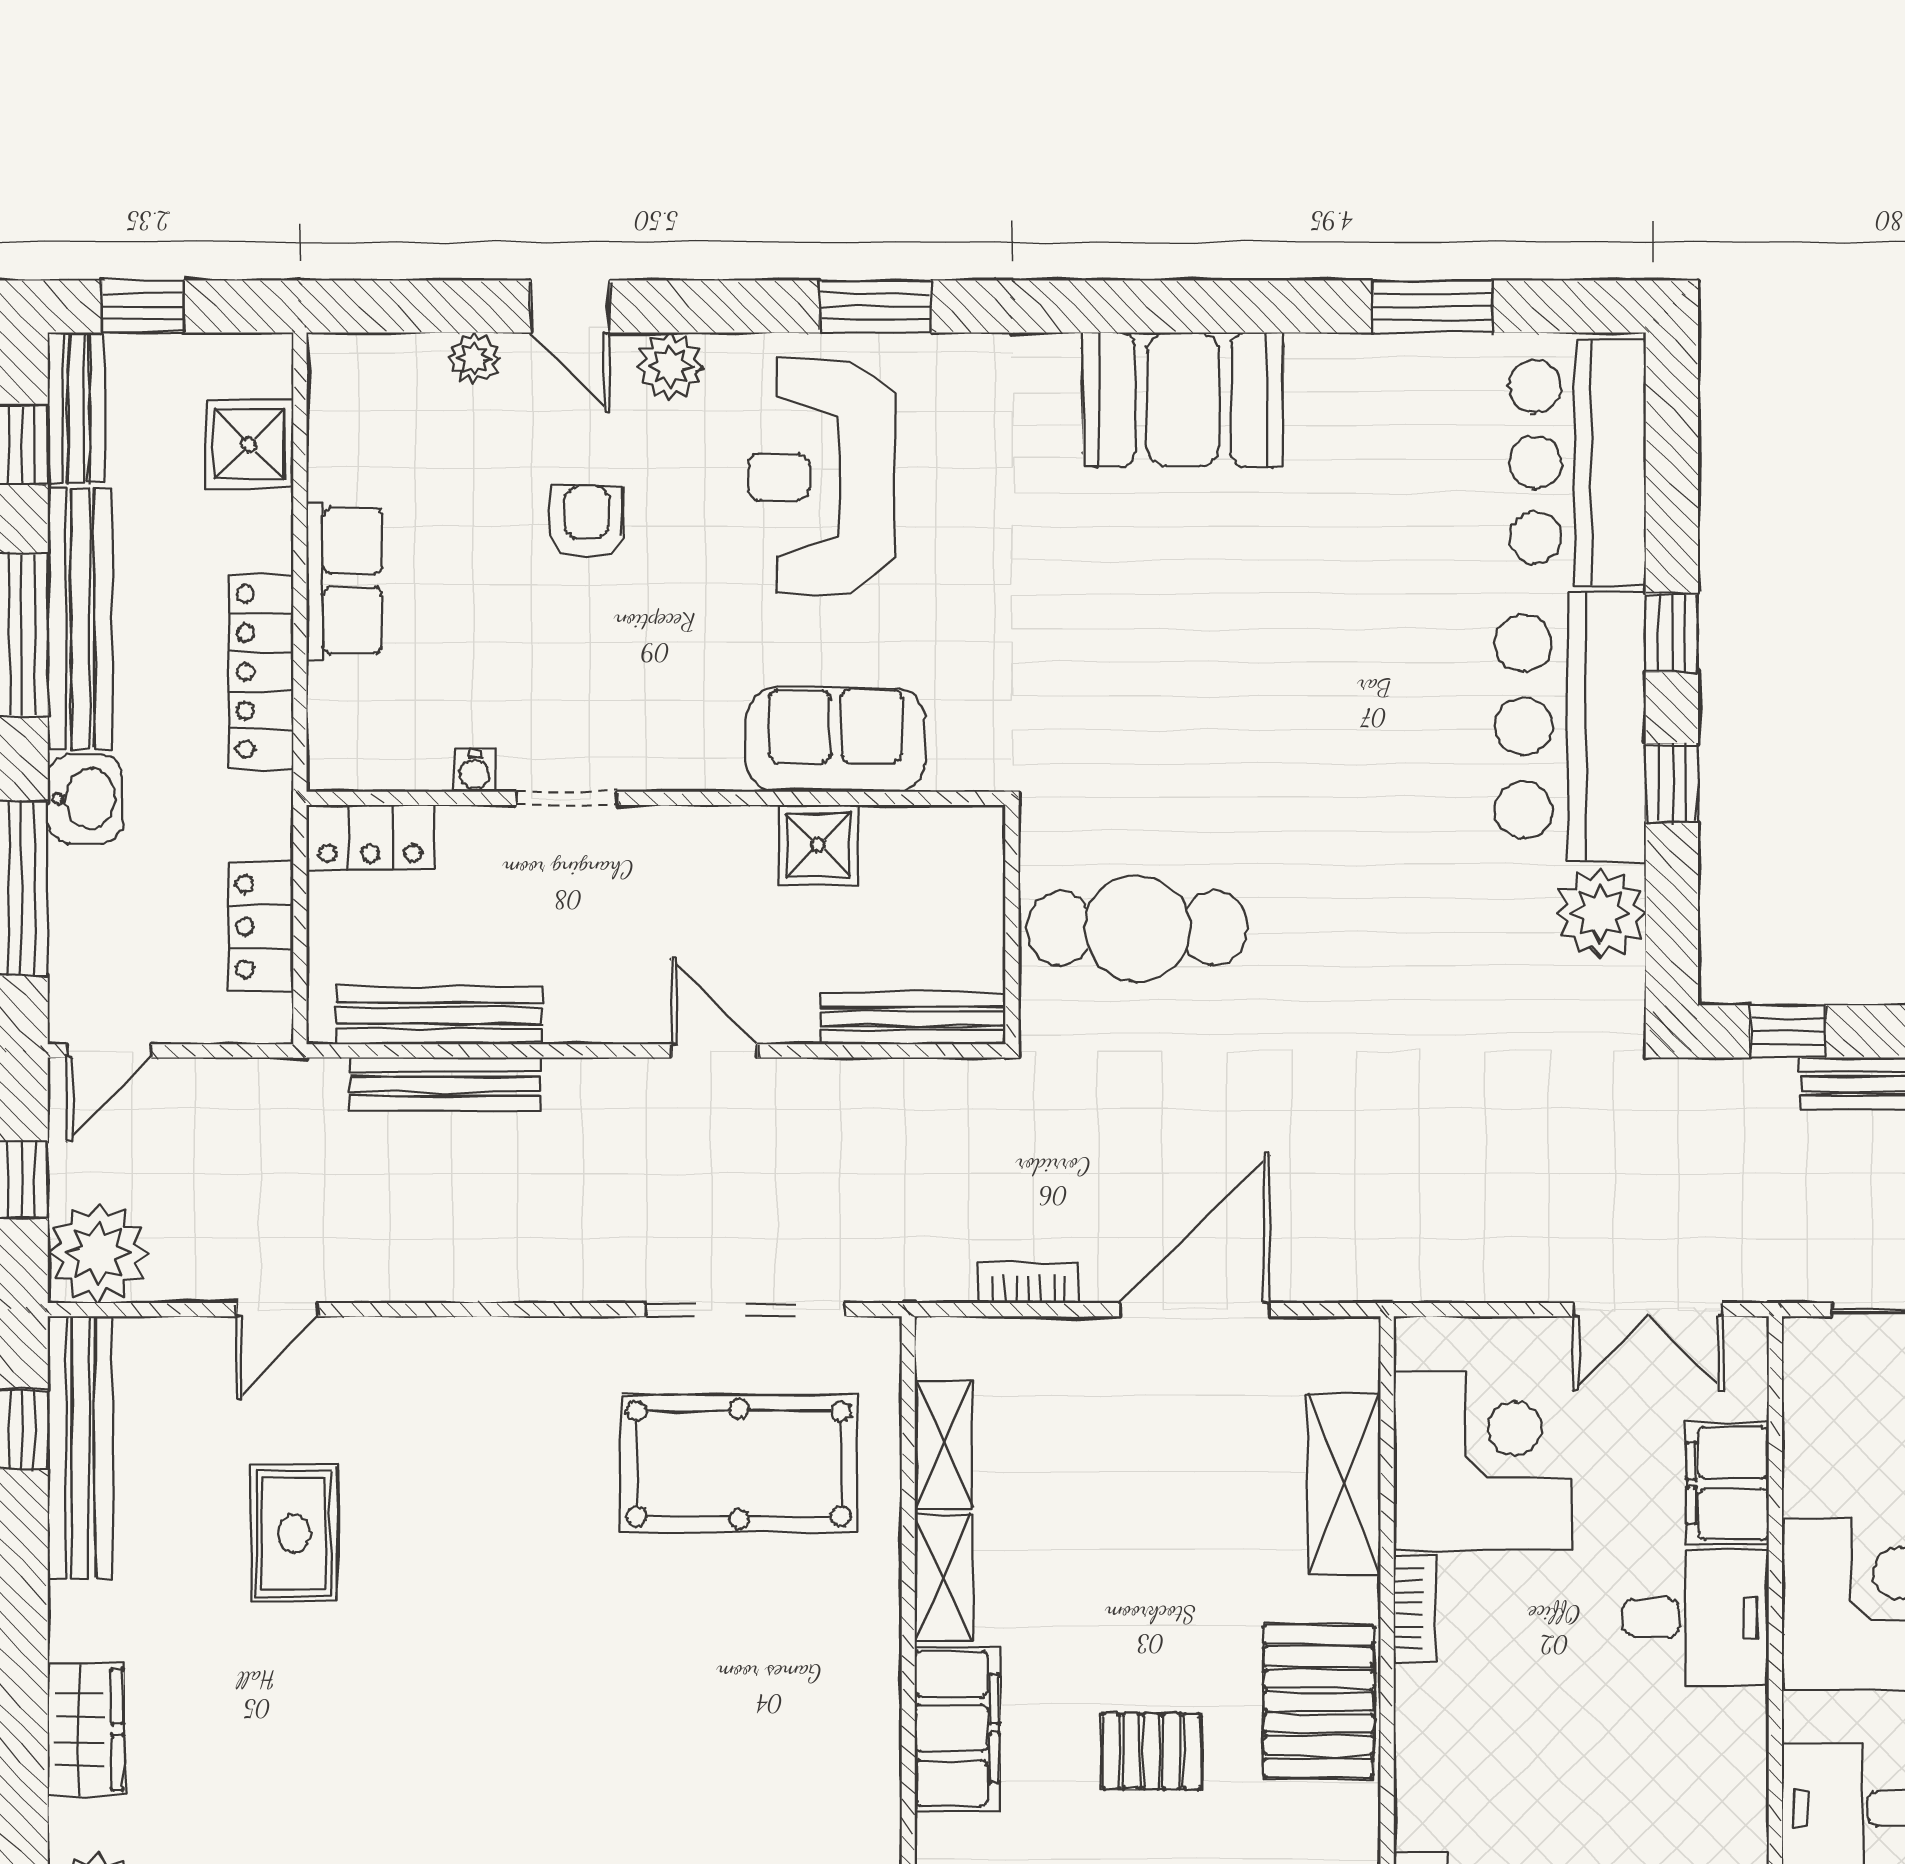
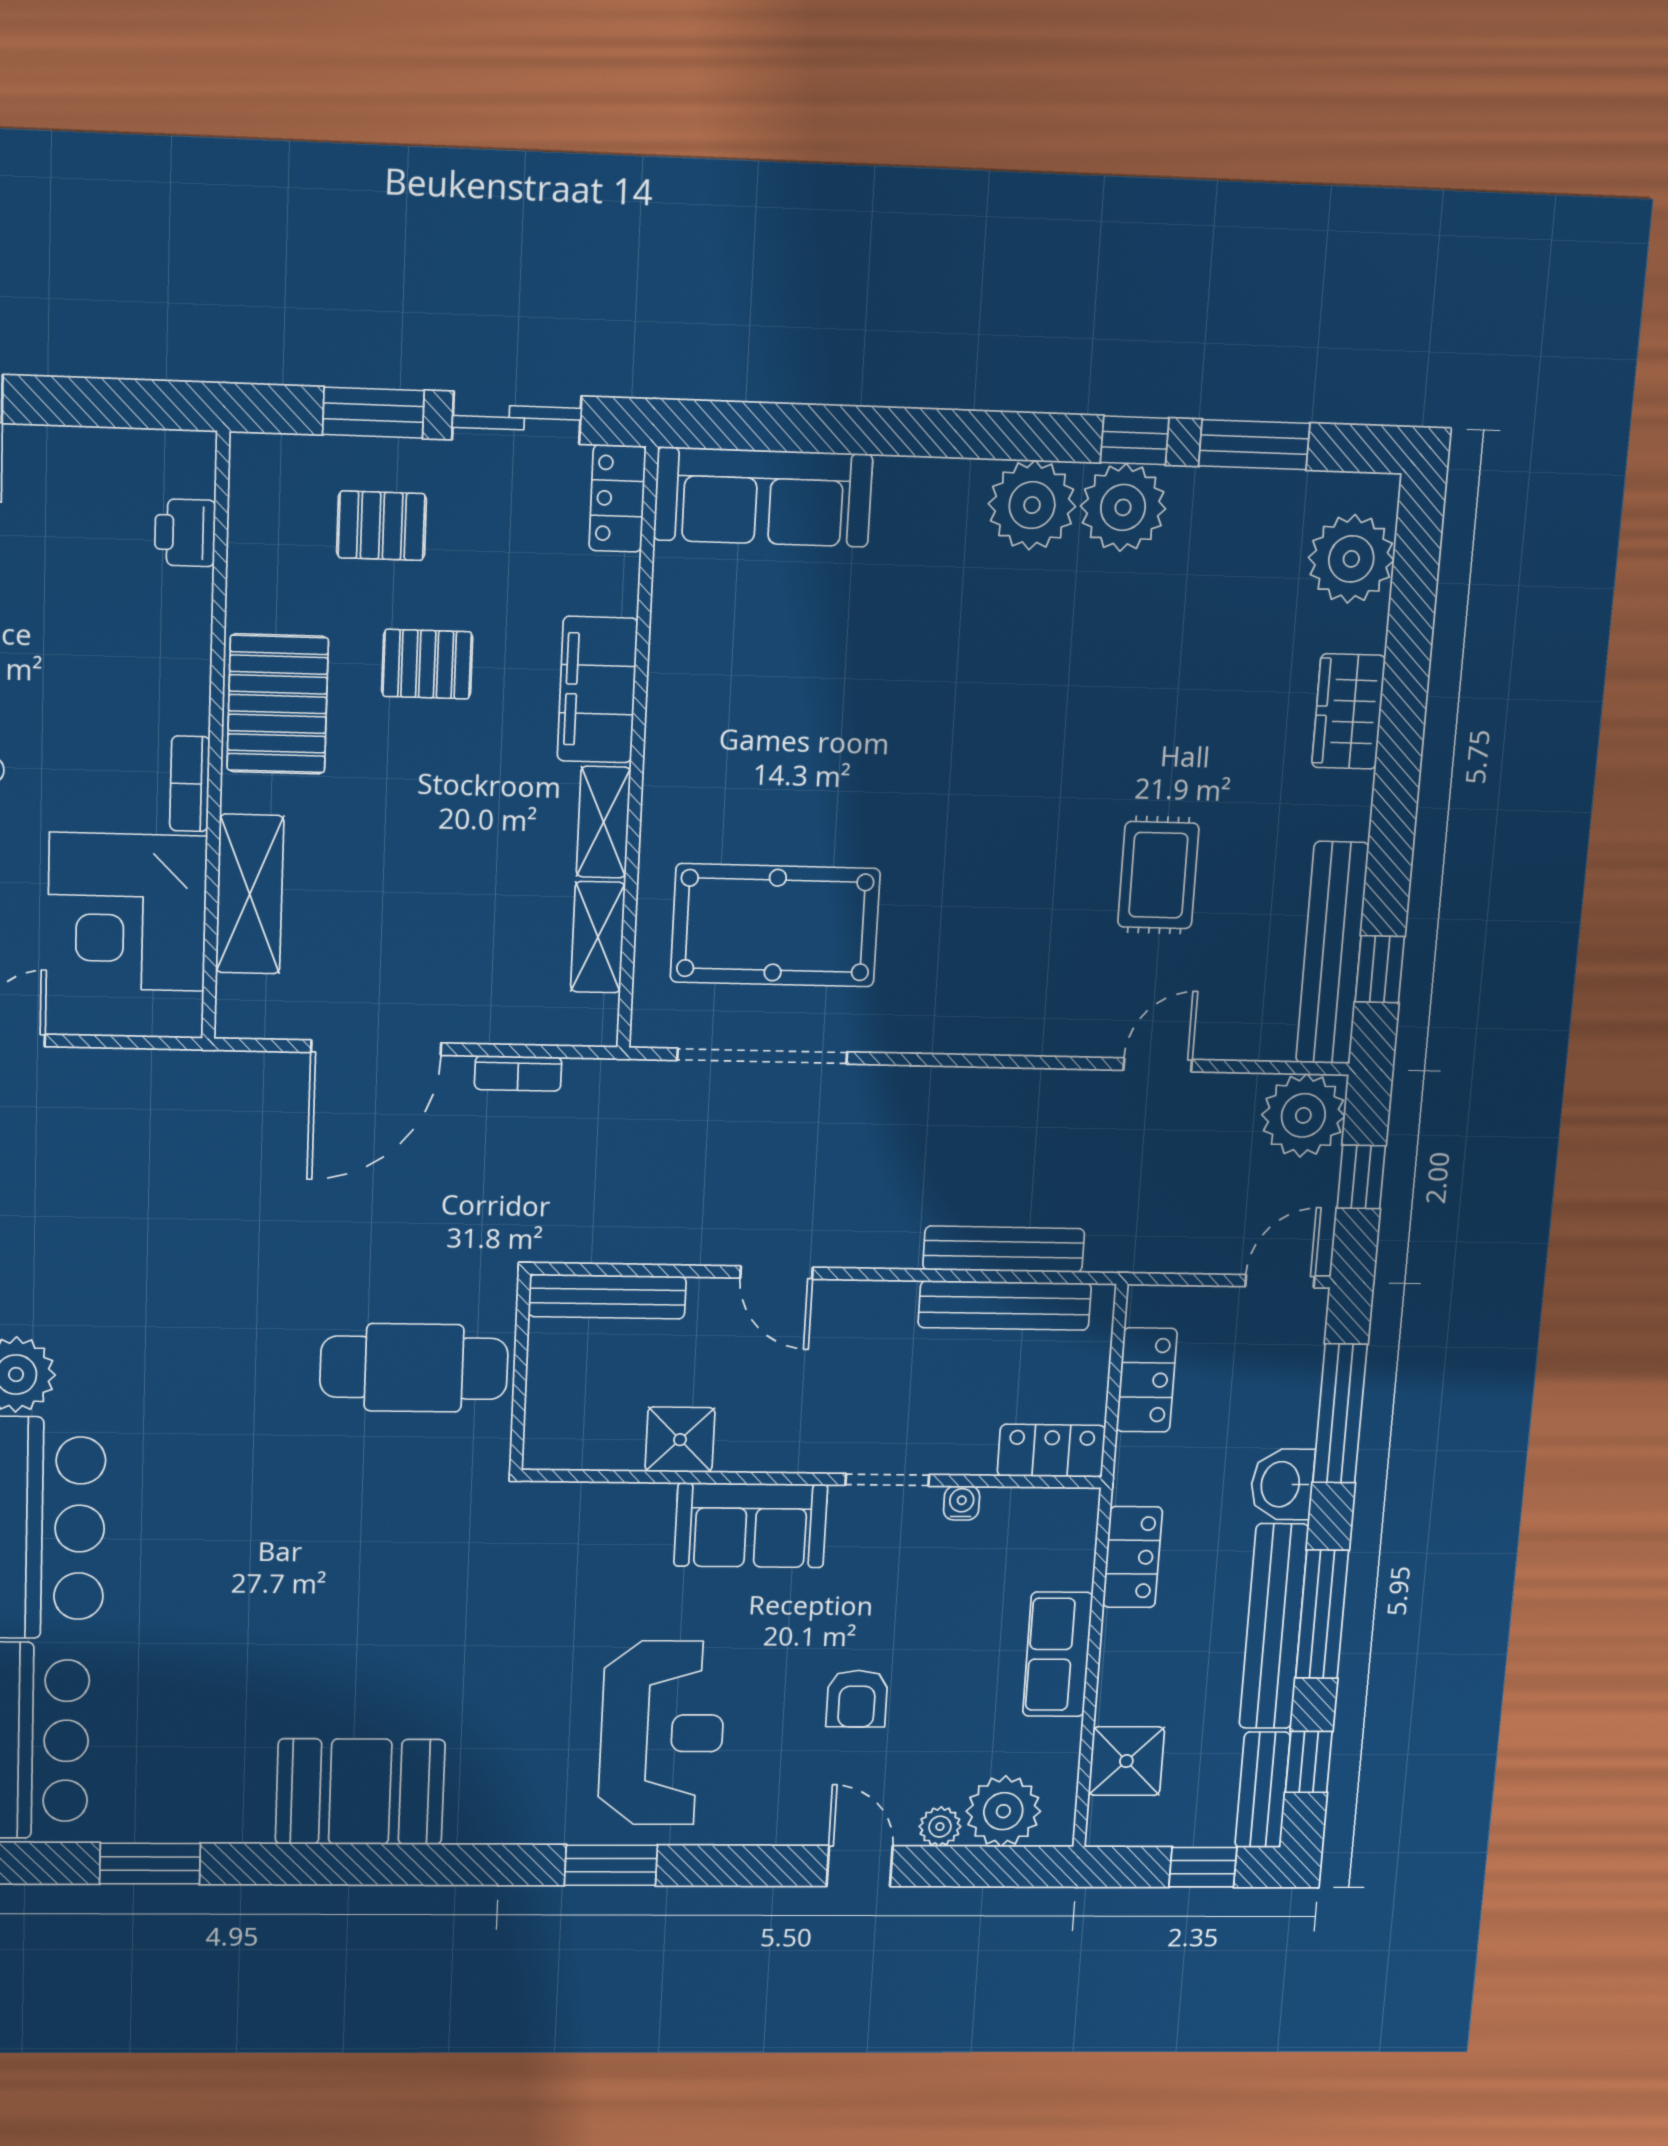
plant: (670, 366) -> (1003, 1811), moved, width x1.36, depth x1.36
locker: (261, 672) -> (1133, 1557), width x0.66
sofa: (836, 740) -> (751, 1525), moved

